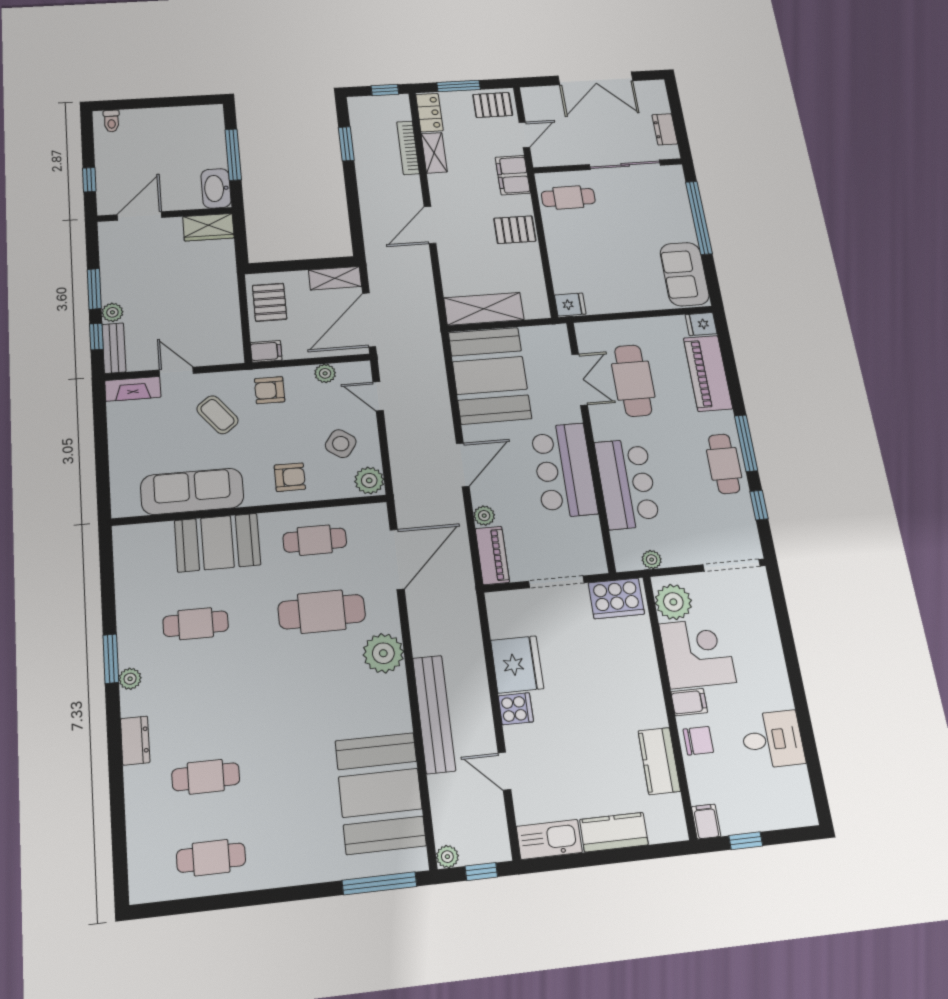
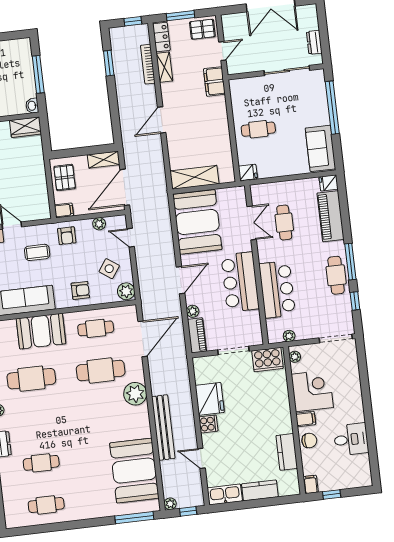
washbasin: (216, 188) -> (32, 106), width x0.52, depth x0.69
cafe table: (568, 197) -> (258, 129), moved
pallet: (515, 230) -> (215, 121), removed
cafe table: (633, 381) -> (284, 223), width x0.73, depth x0.74
armchair: (270, 390) -> (67, 236), turned -90
coffee table: (217, 415) -> (37, 252), turned -52
plant: (673, 602) -> (295, 357), width x0.53, depth x0.53
cafe table: (196, 624) -> (31, 379), width x1.37, depth x1.35

